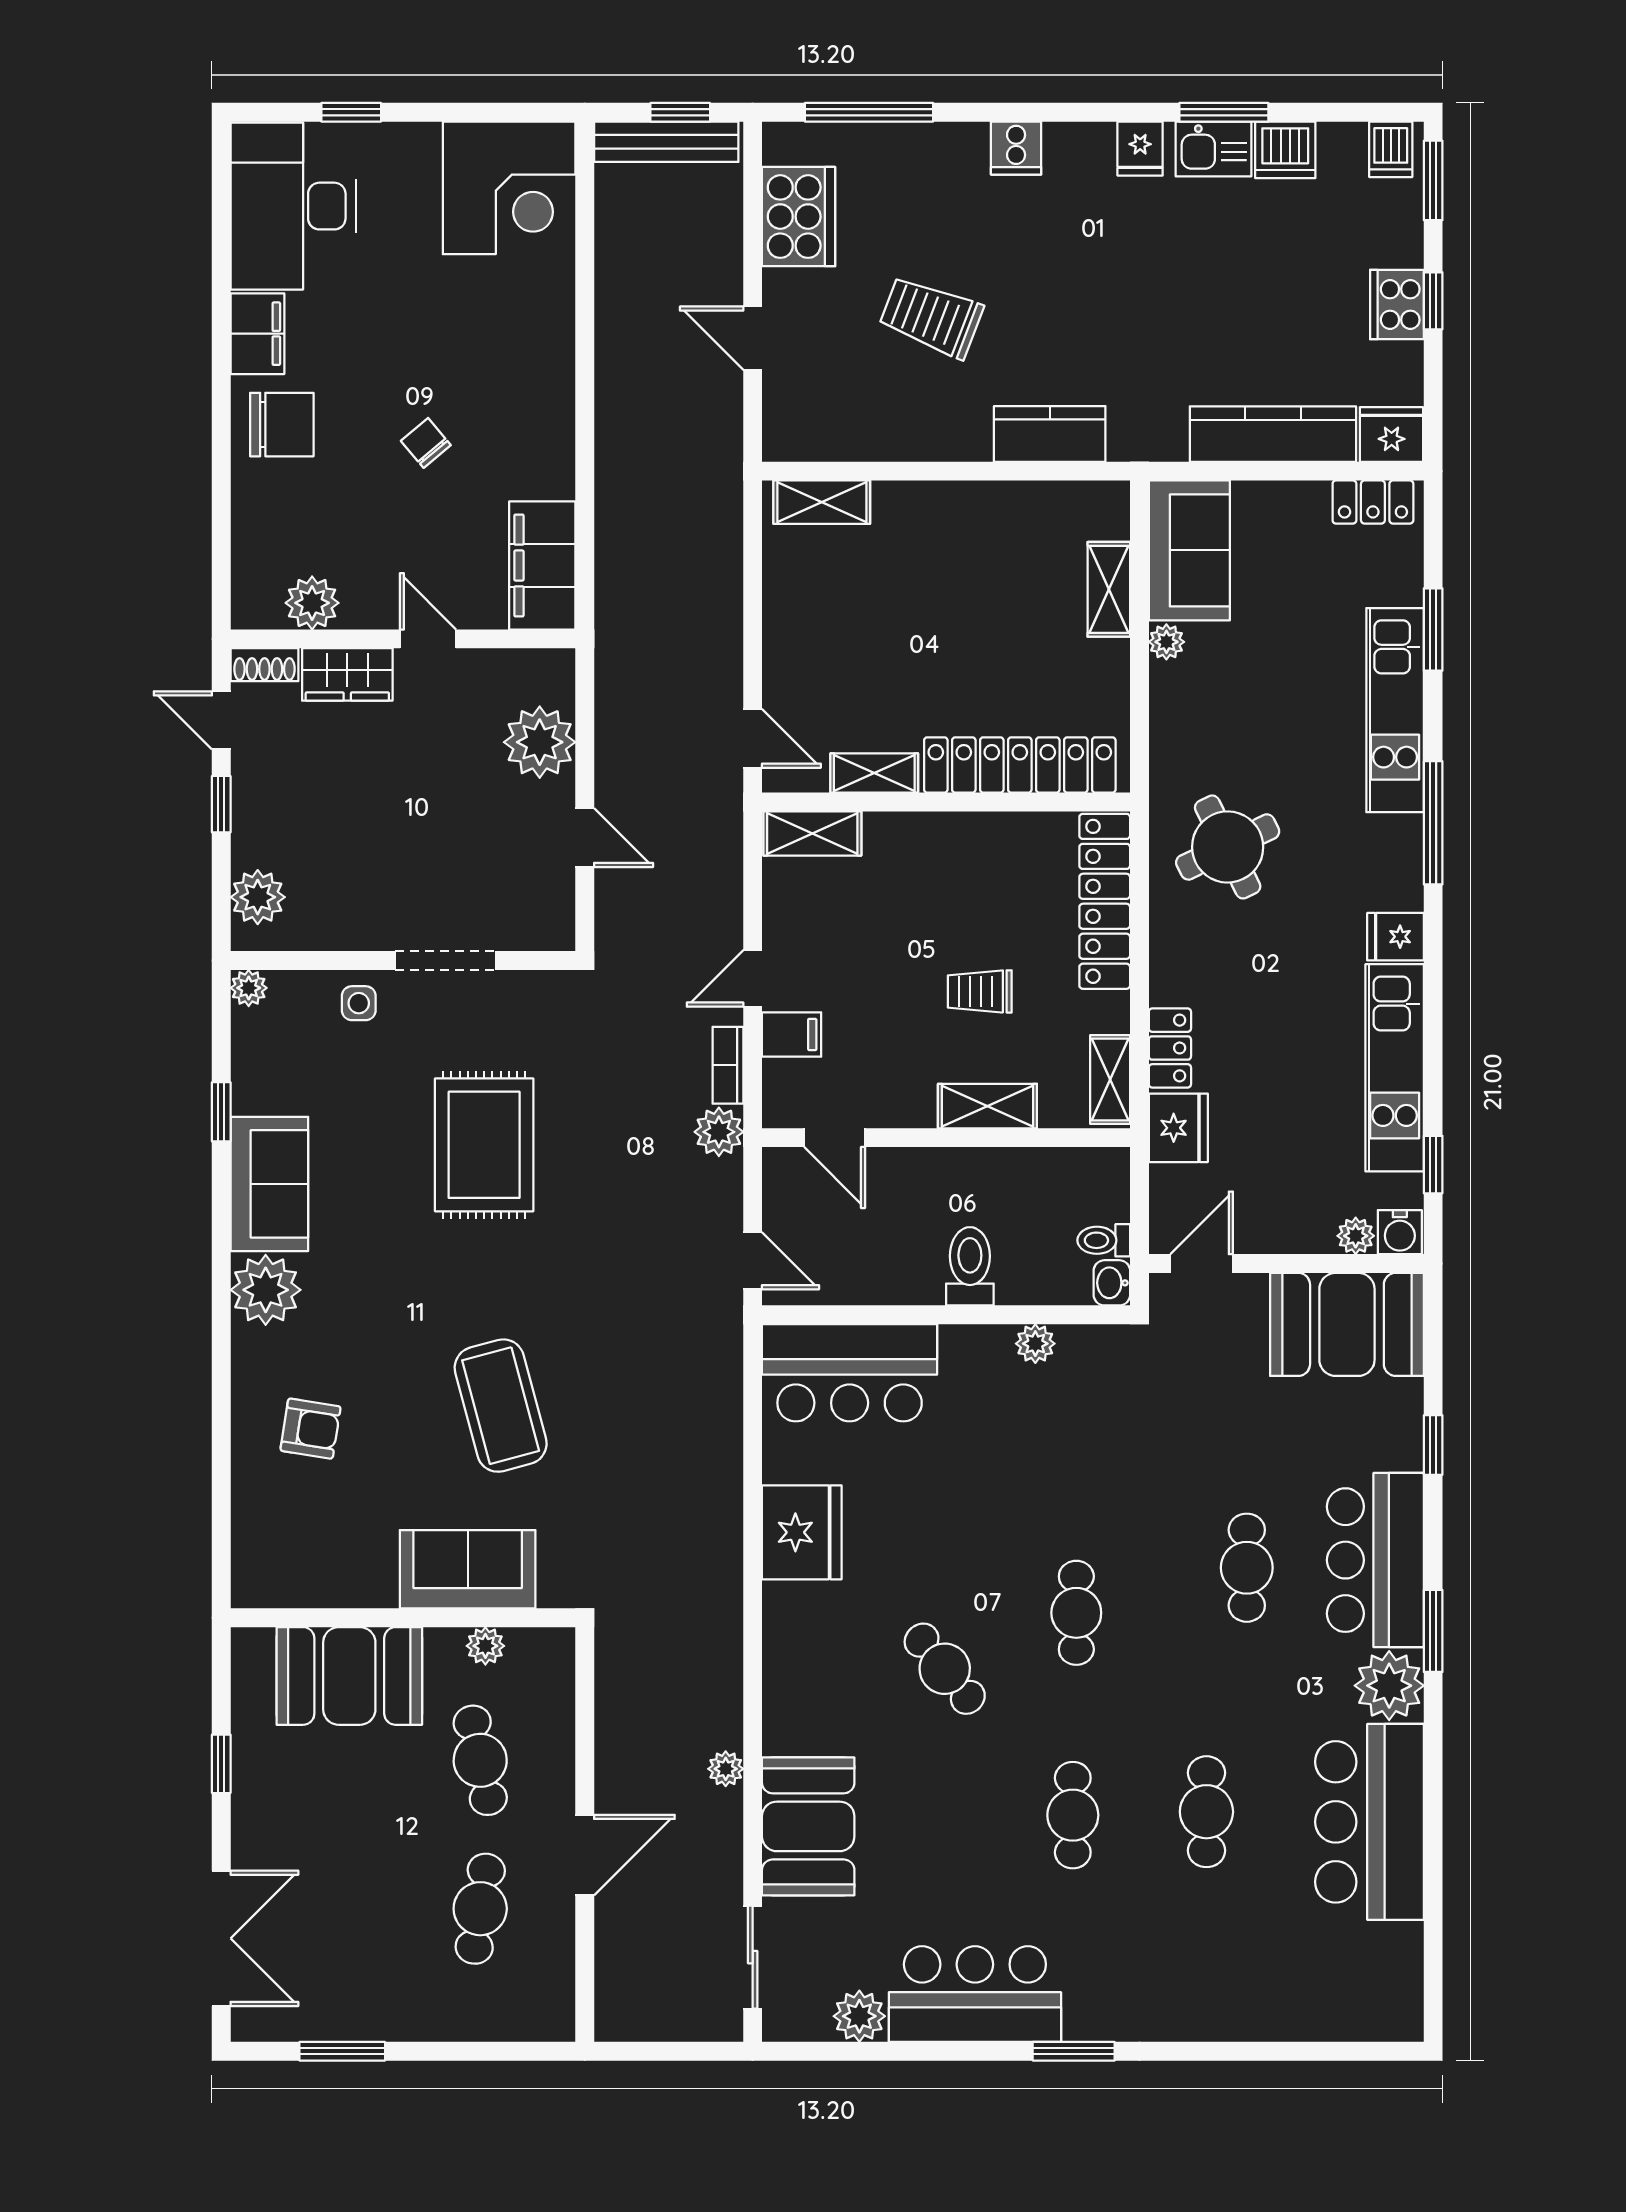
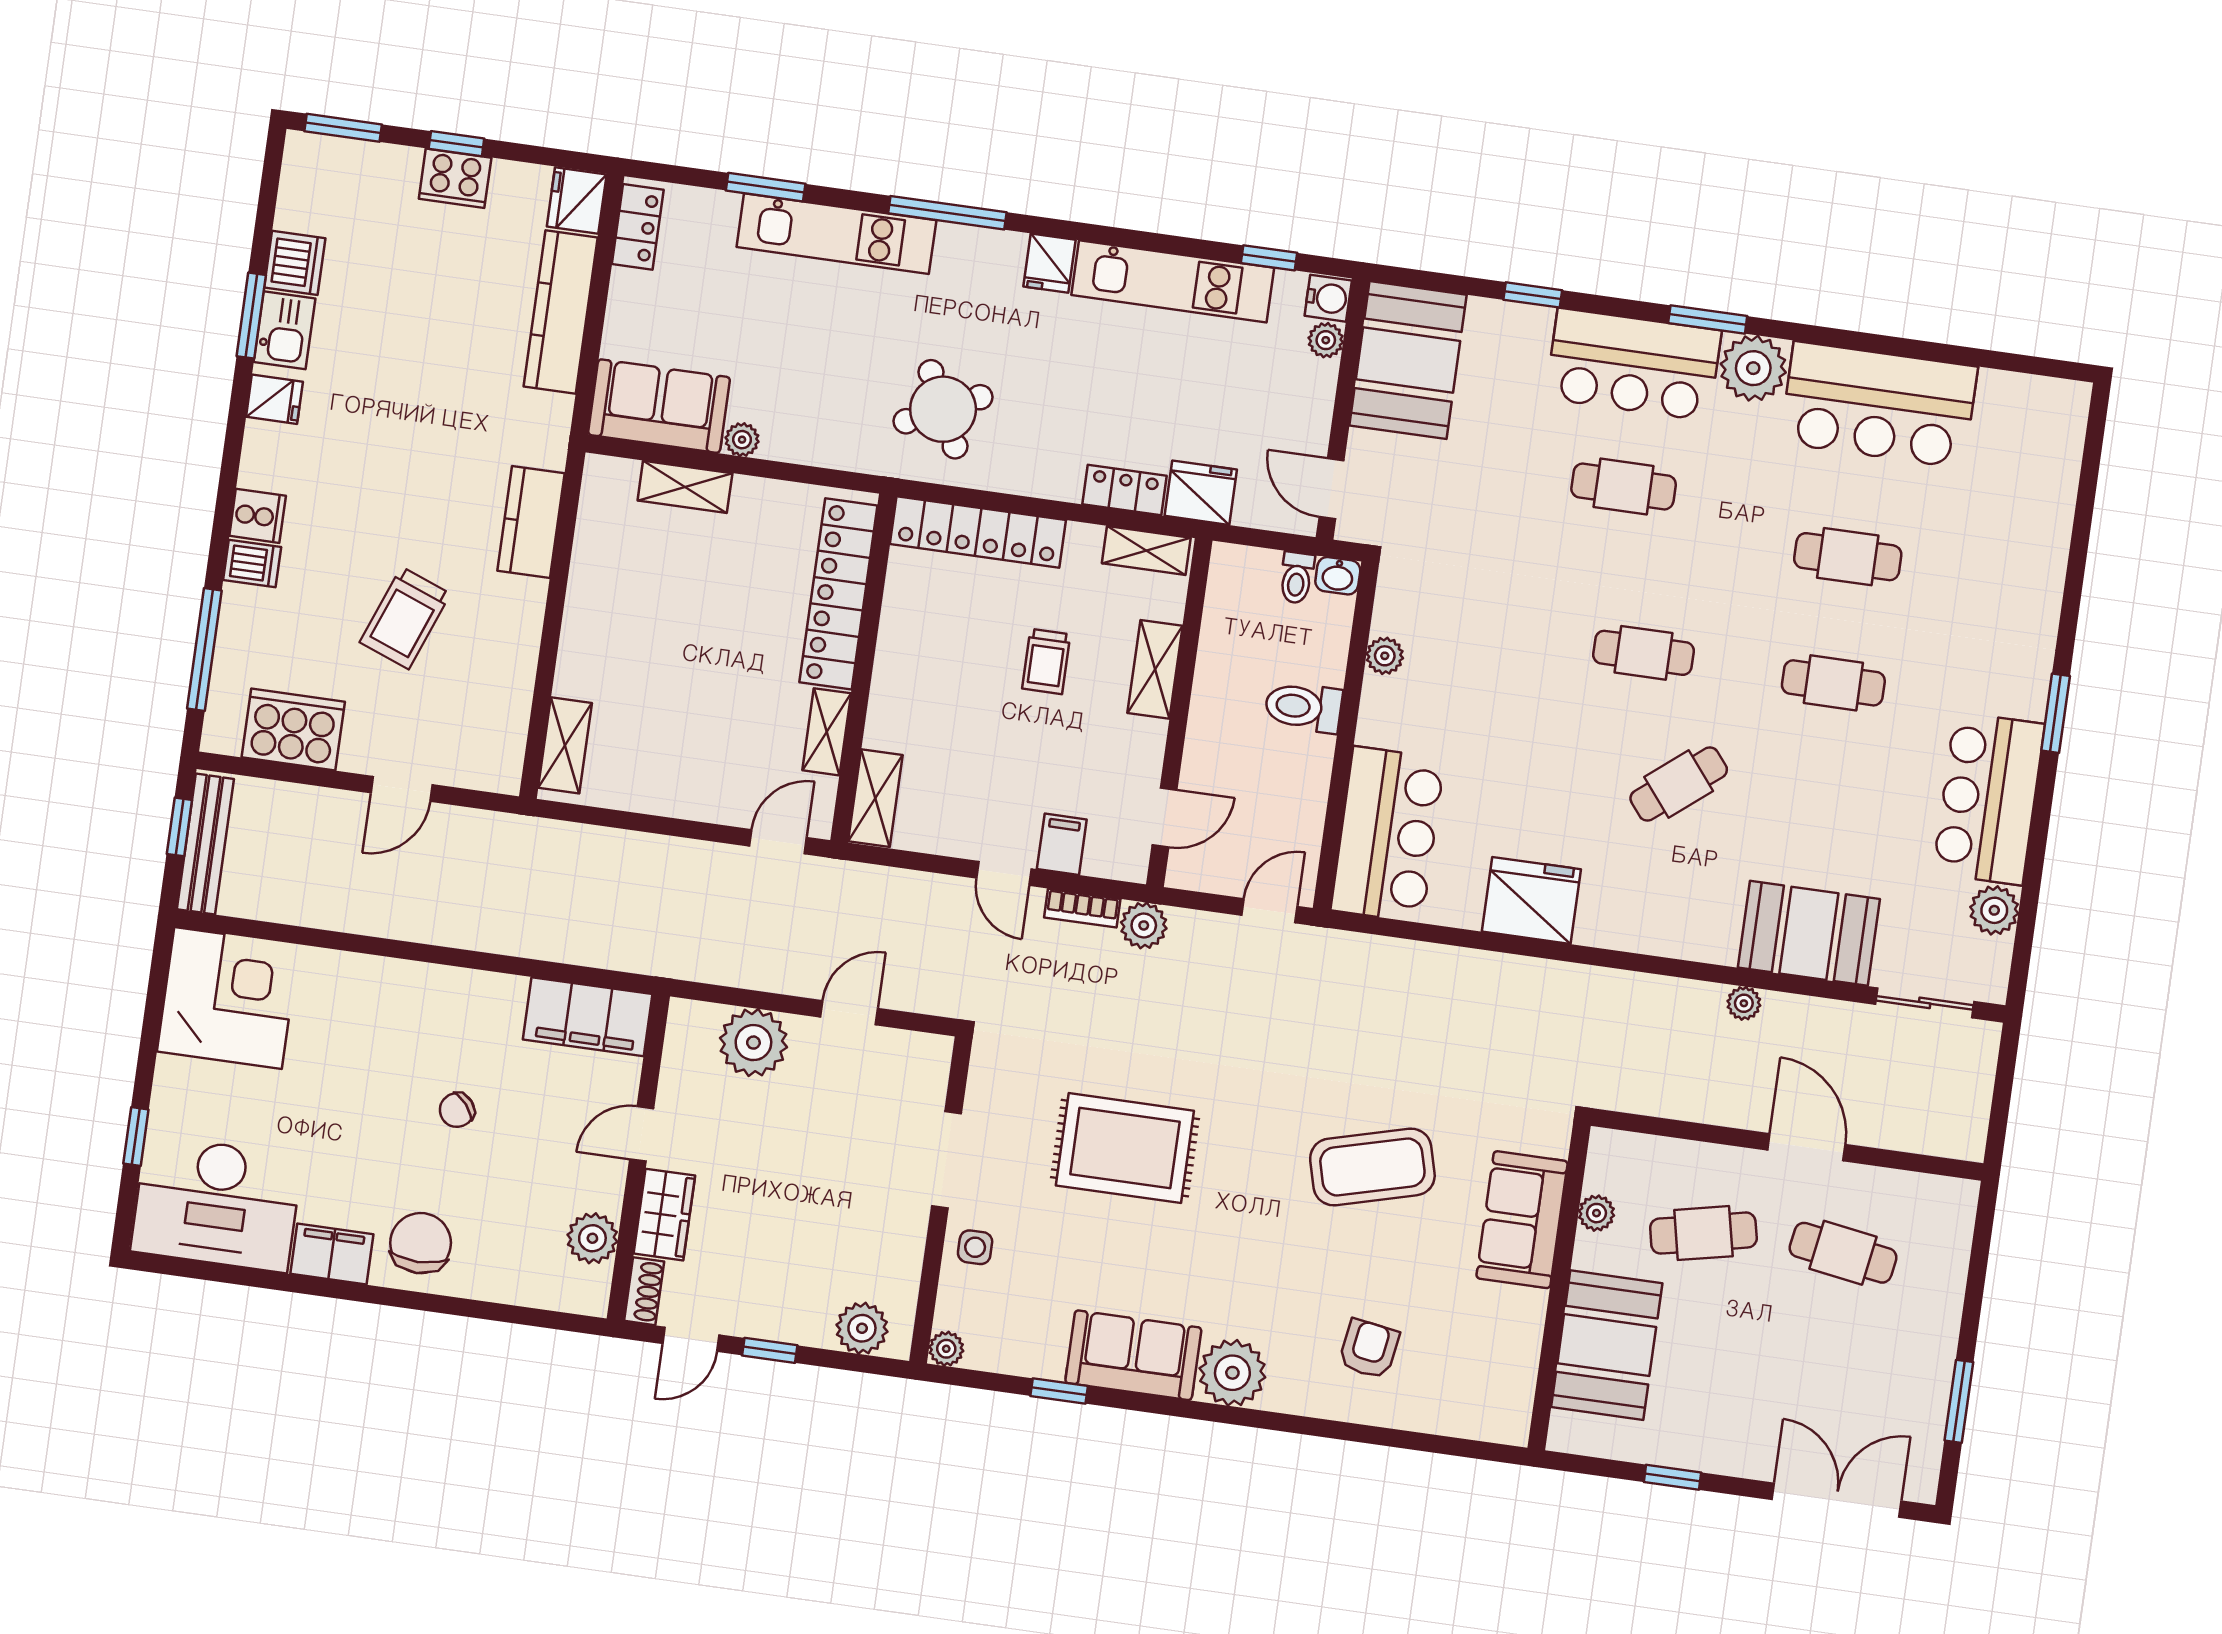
dishwasher: (1391, 149) -> (252, 563), moved

